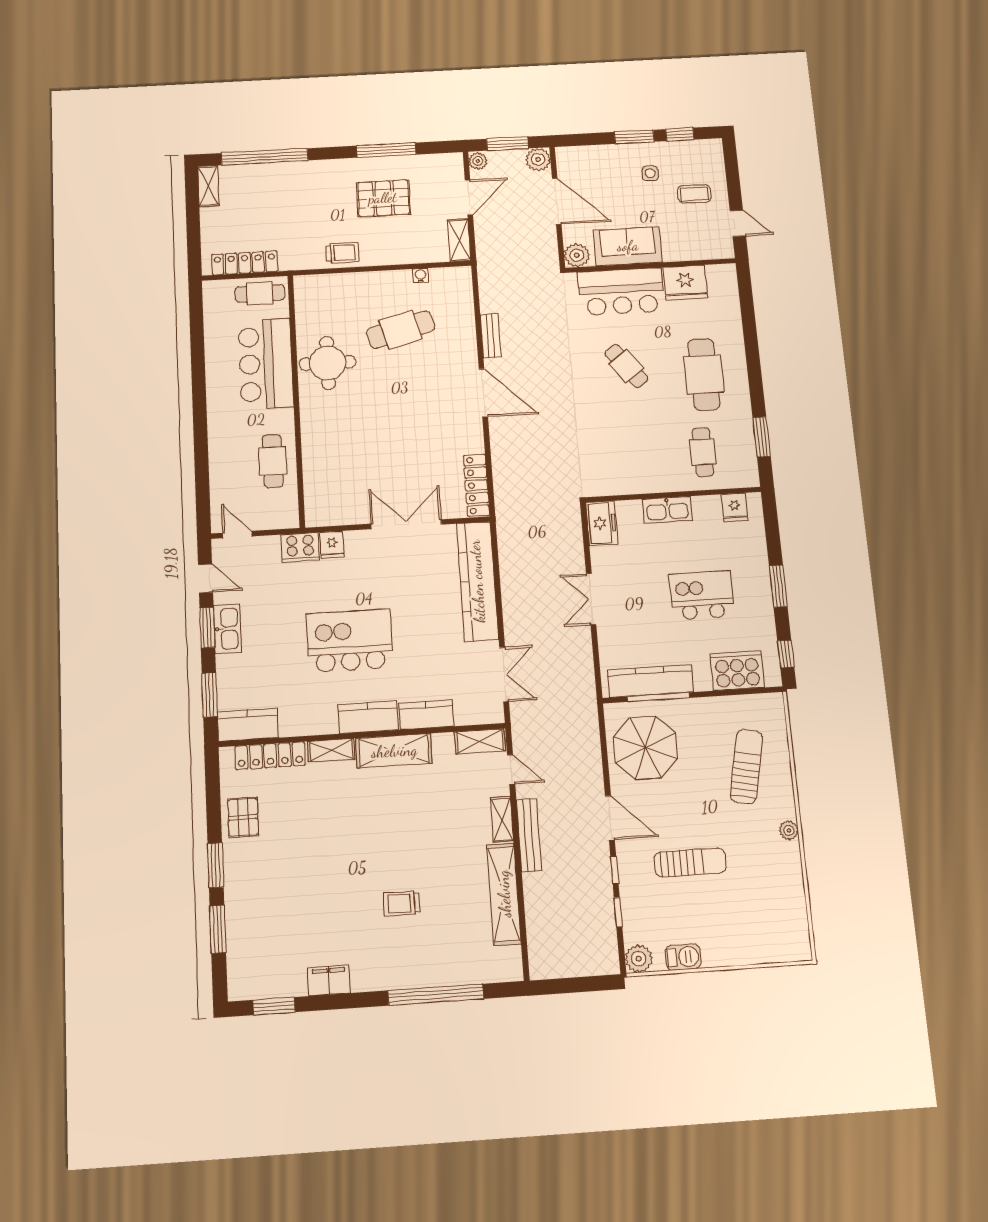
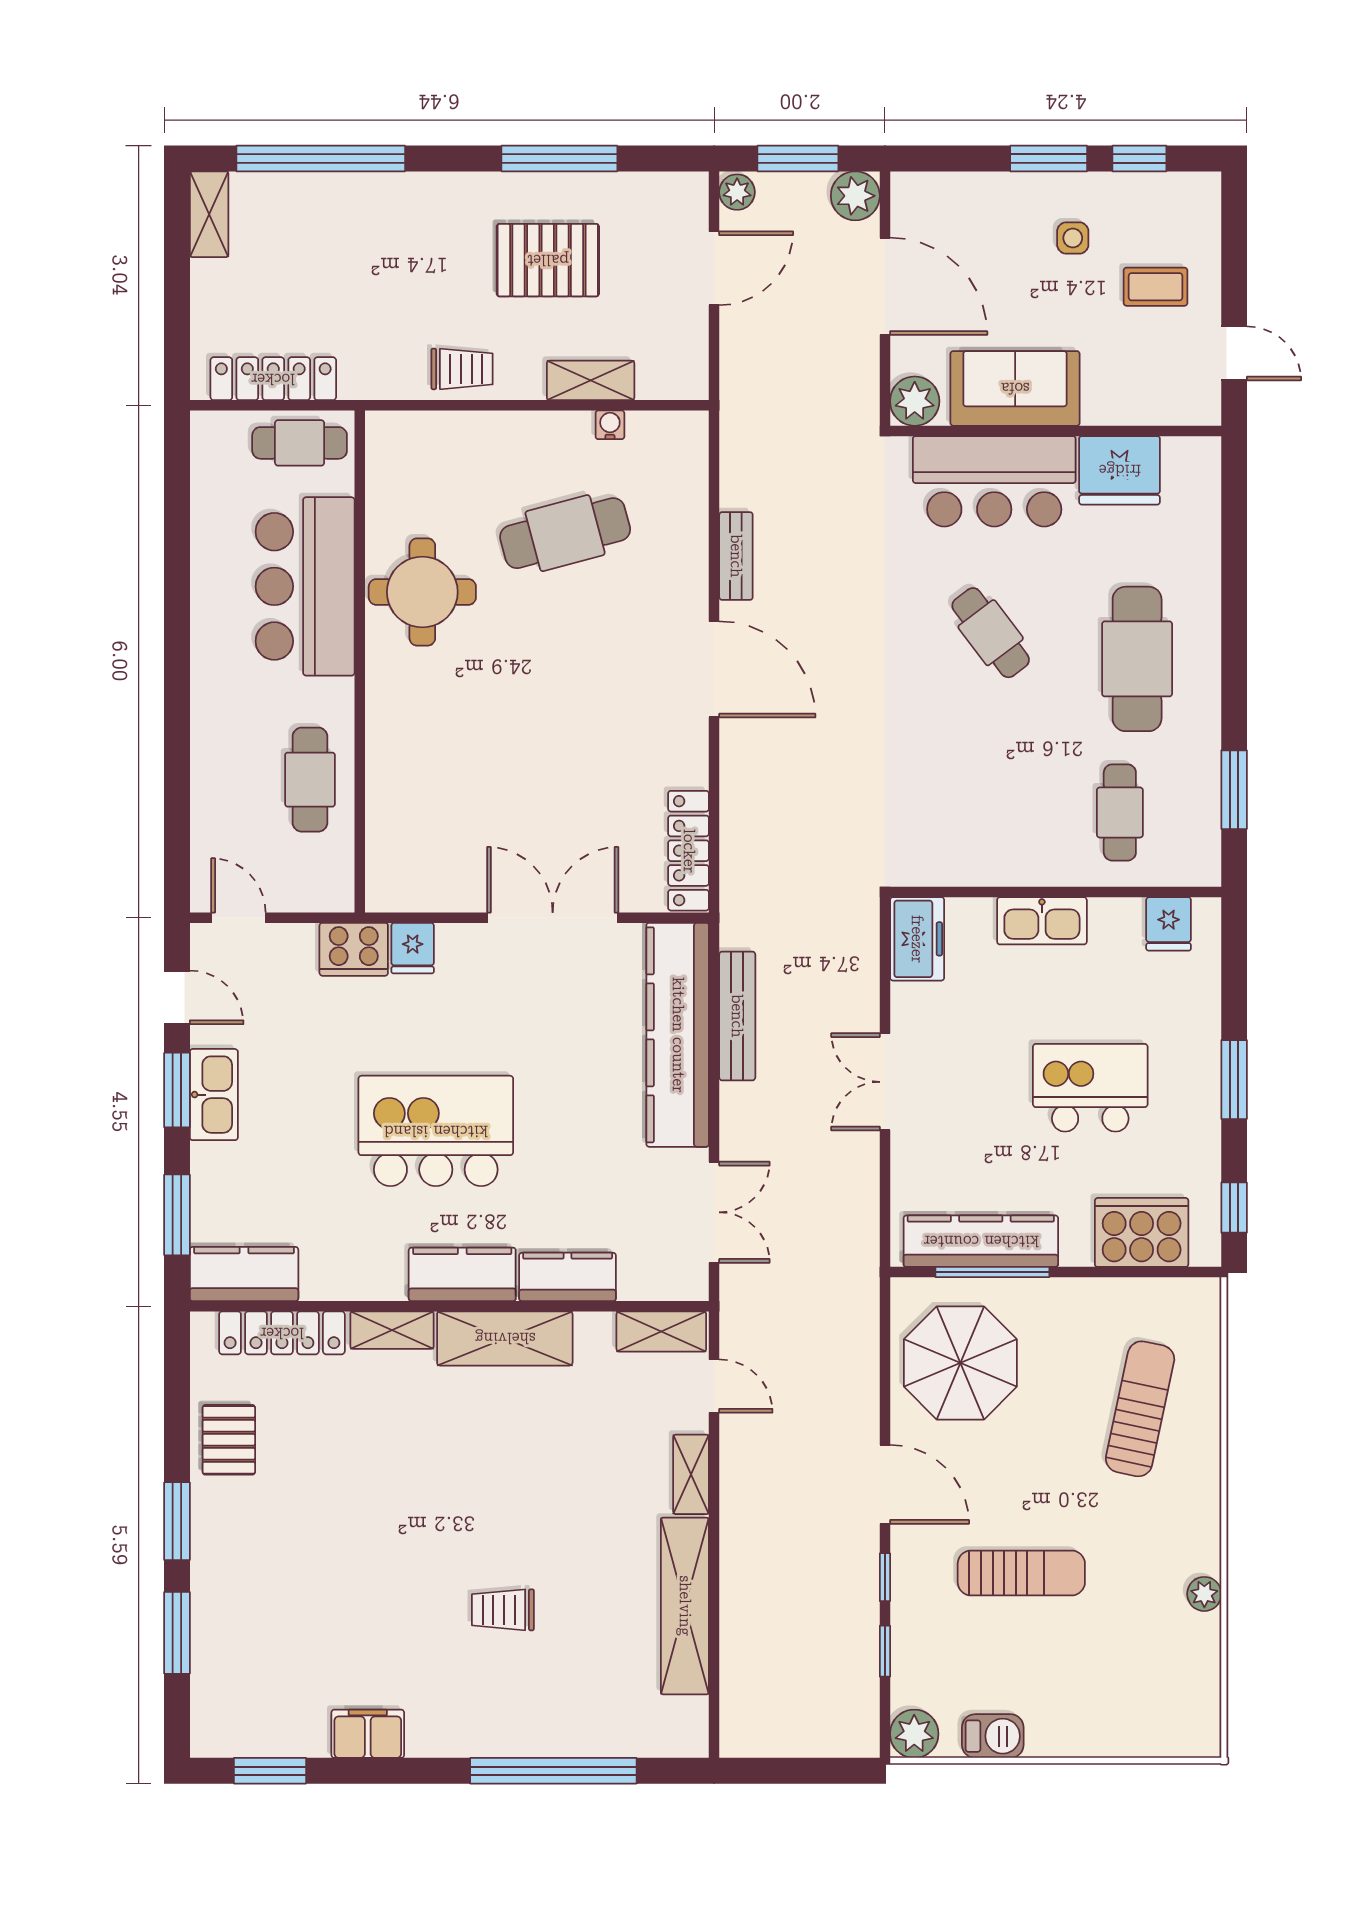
shelving: (459, 240) -> (591, 380), moved, turned 90
plant: (789, 830) -> (1204, 1594), moved
bench: (529, 835) -> (737, 1016), moved

